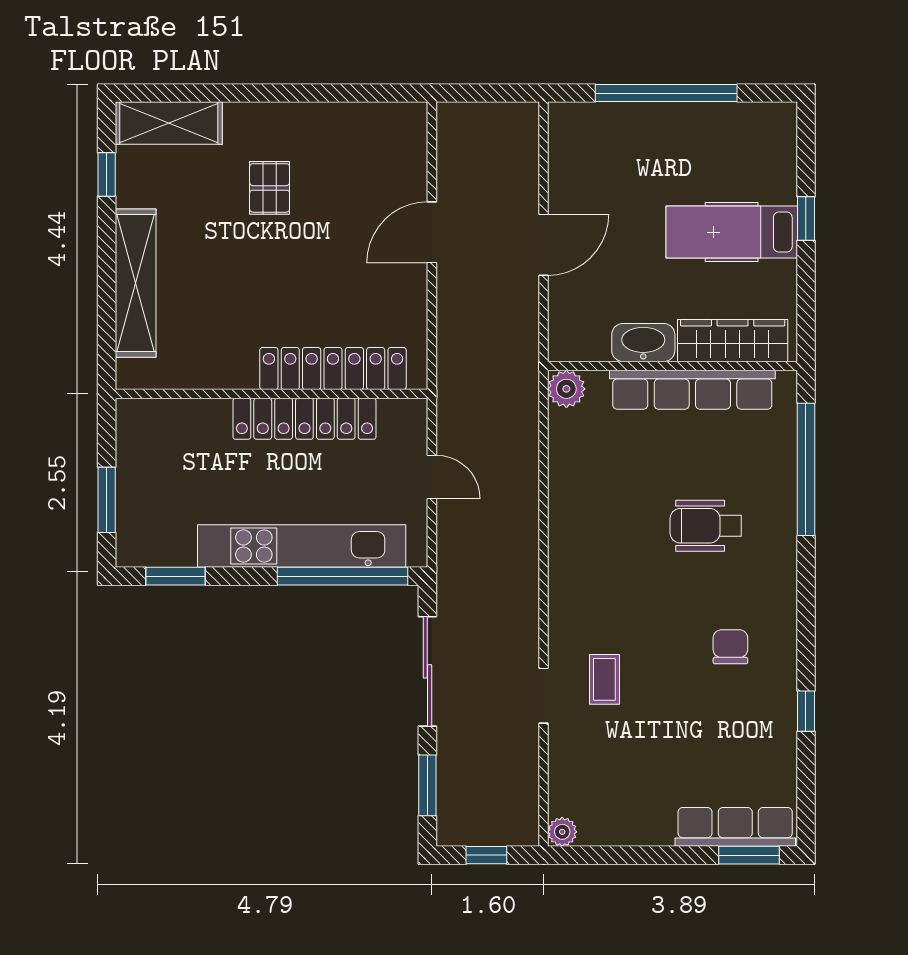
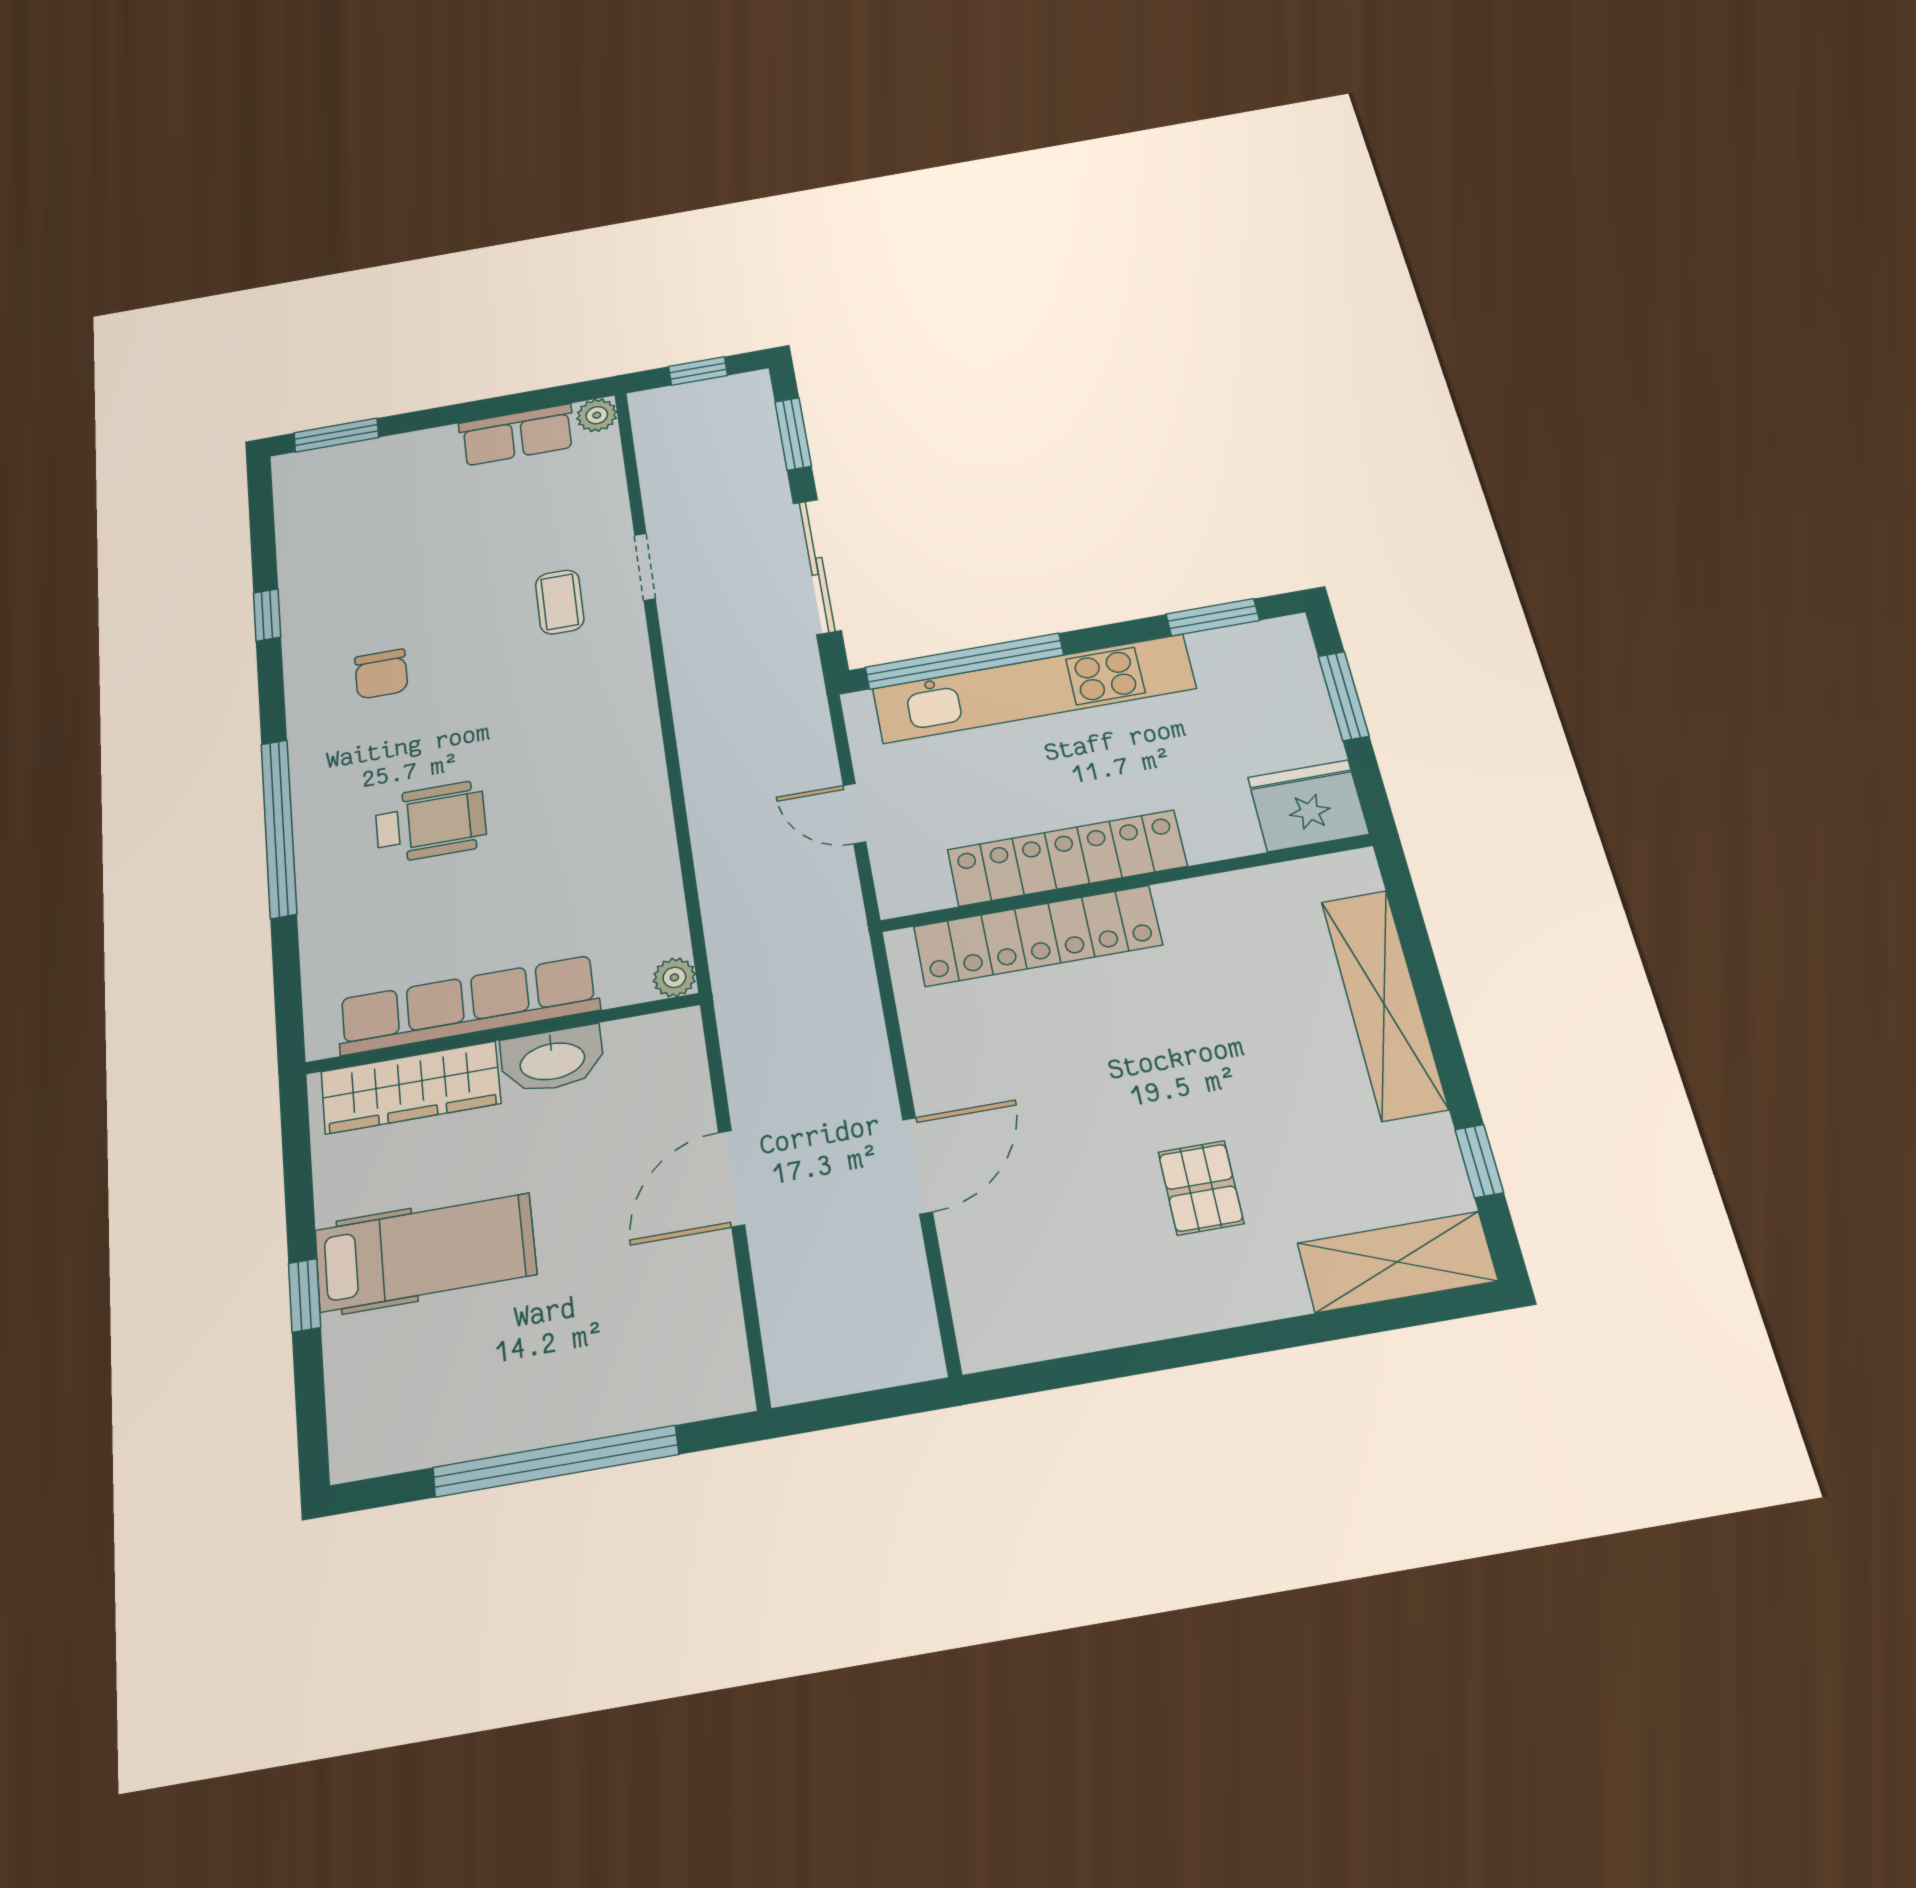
plant: (566, 389) -> (674, 977), width x0.73, depth x0.73
fridge: (148, 426) -> (1308, 806), added
window: (806, 469) -> (279, 828), moved
row of seats: (735, 827) -> (517, 435), moved, width x0.68

